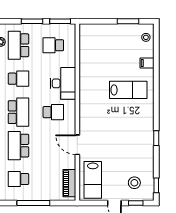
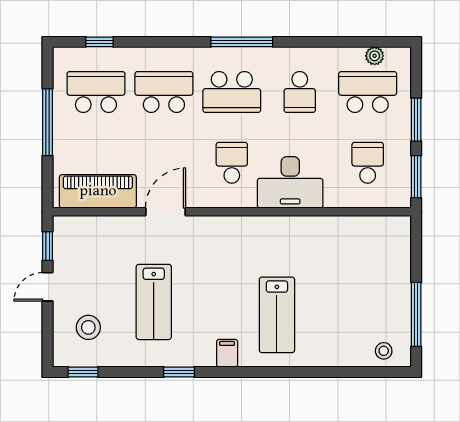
window: (128, 21) -> (416, 314), width x1.44
filing cabinet: (147, 63) -> (227, 353), moved
school desk: (53, 112) -> (232, 163), turned 180
school desk: (18, 179) -> (96, 92), width x1.85
lab bench: (93, 180) -> (154, 302), moved, turned -90
piano: (69, 183) -> (98, 191), width x1.37, depth x1.33
window: (136, 203) -> (47, 246), moved

